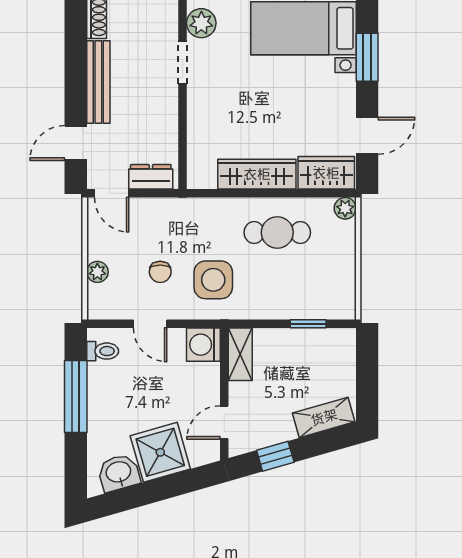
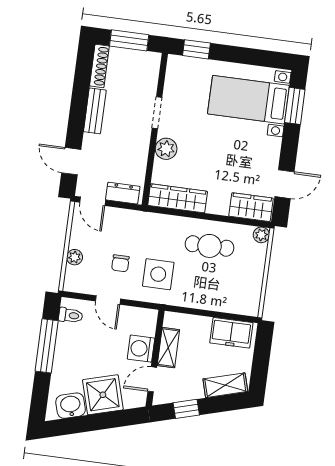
plant: (201, 23) -> (166, 149), moved
window: (367, 57) -> (295, 106), moved
bench: (98, 82) -> (95, 111), width x0.73
door: (76, 143) -> (71, 161), hinge flipped
wardrobe: (257, 174) -> (178, 198), moved
window: (308, 324) -> (223, 315), removed
washing machine: (203, 345) -> (141, 349), moved
freezer: (322, 346) -> (231, 333), added
shelving: (240, 354) -> (168, 348), moved

